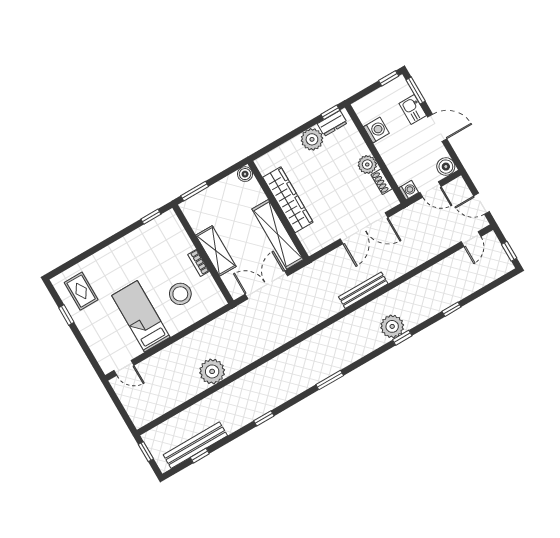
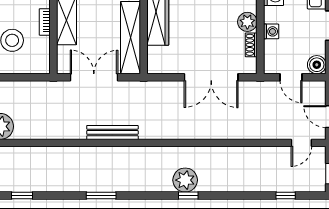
washing machine: (409, 190) -> (271, 31), moved
bench: (363, 290) -> (112, 132), moved
window: (451, 309) -> (286, 195), moved

